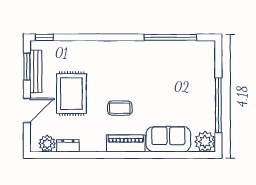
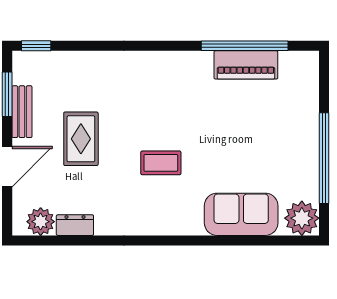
bench: (36, 71) -> (22, 112), width x0.73
rug: (71, 94) -> (81, 139), width x0.73, depth x0.70
piano: (126, 143) -> (246, 65), moved, turned 180

